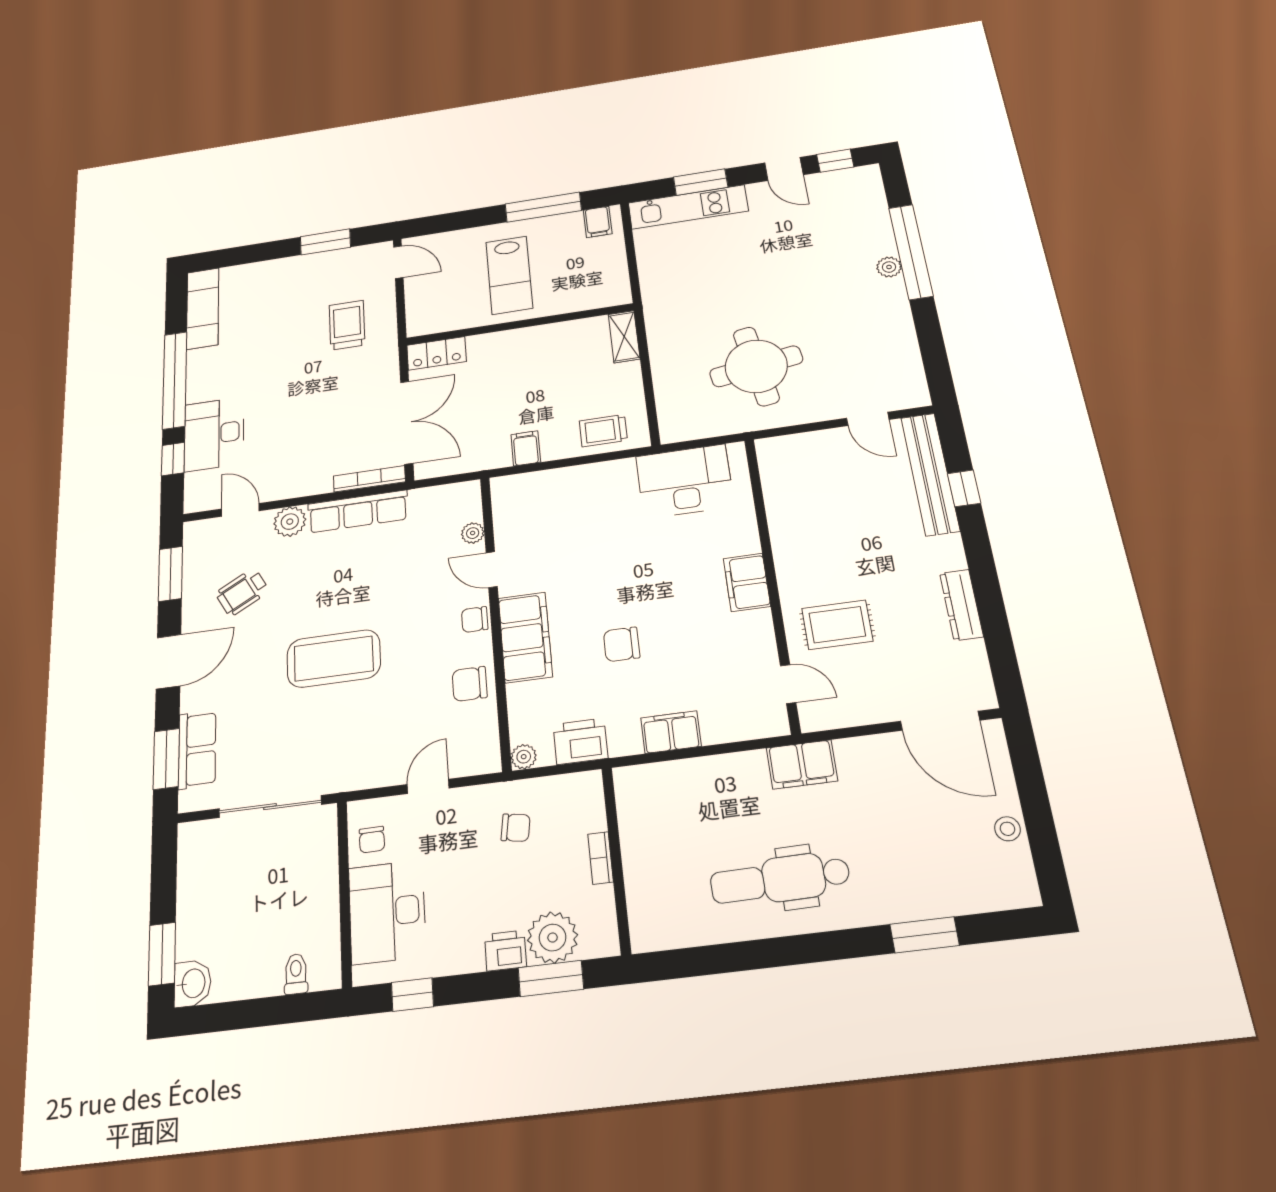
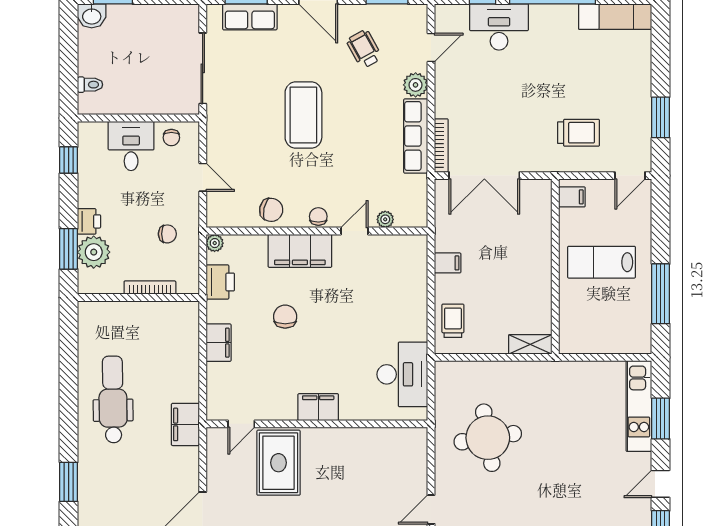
filing cabinet: (598, 222) -> (572, 197), moved, turned 180
locker: (437, 353) -> (541, 201), removed
rug: (837, 625) -> (278, 463), width x1.36, depth x1.43
chair: (470, 684) -> (271, 210), turned 102
chair: (516, 828) -> (167, 234), turned -99
chair: (372, 840) -> (171, 138), turned -89
bookcase: (601, 858) -> (150, 288), width x1.56
desk: (387, 912) -> (131, 146), width x0.73

